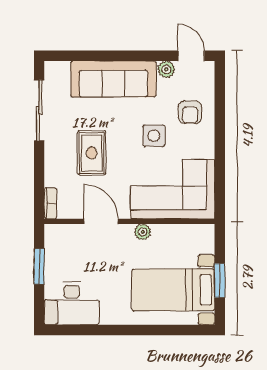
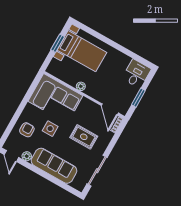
rug: (92, 153) -> (84, 137), turned 90
door: (101, 221) -> (110, 109), moved
desk: (72, 303) -> (136, 74), width x0.73

